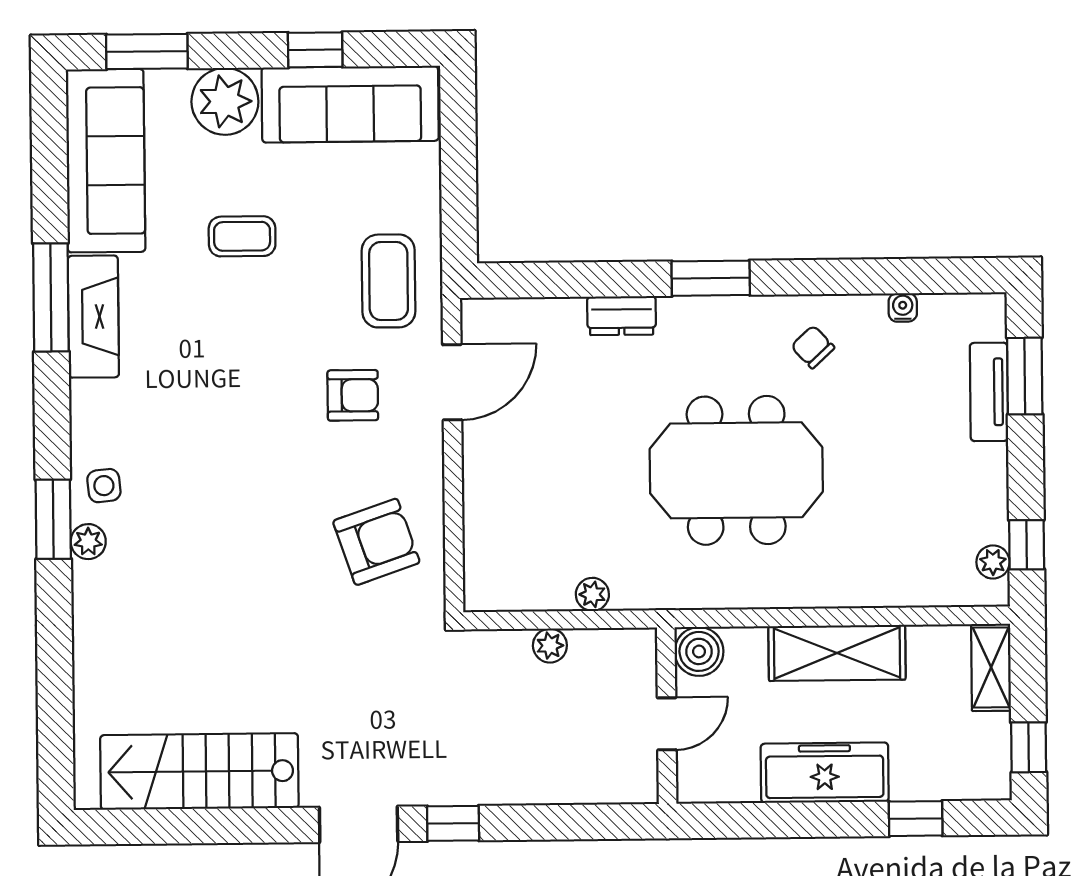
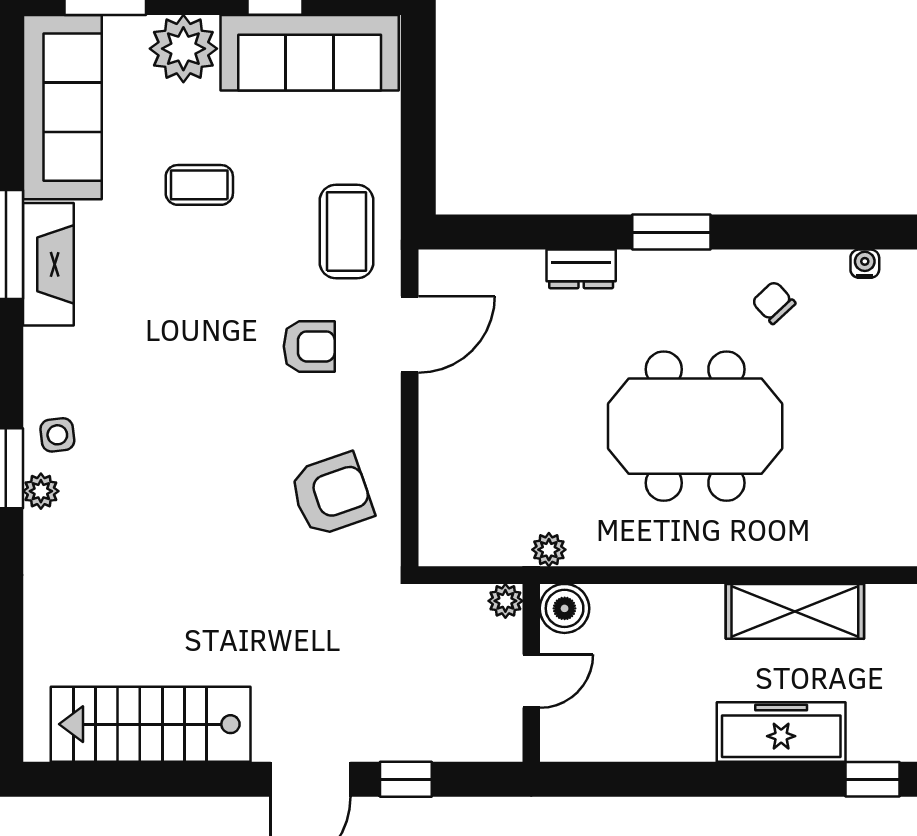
boiler: (699, 651) -> (565, 608), moved
wall: (667, 716) -> (531, 673), moved
door: (667, 724) -> (531, 681), moved

